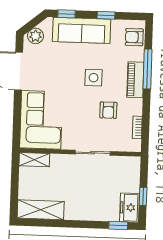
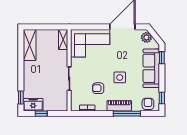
window: (106, 15) -> (162, 98), moved

